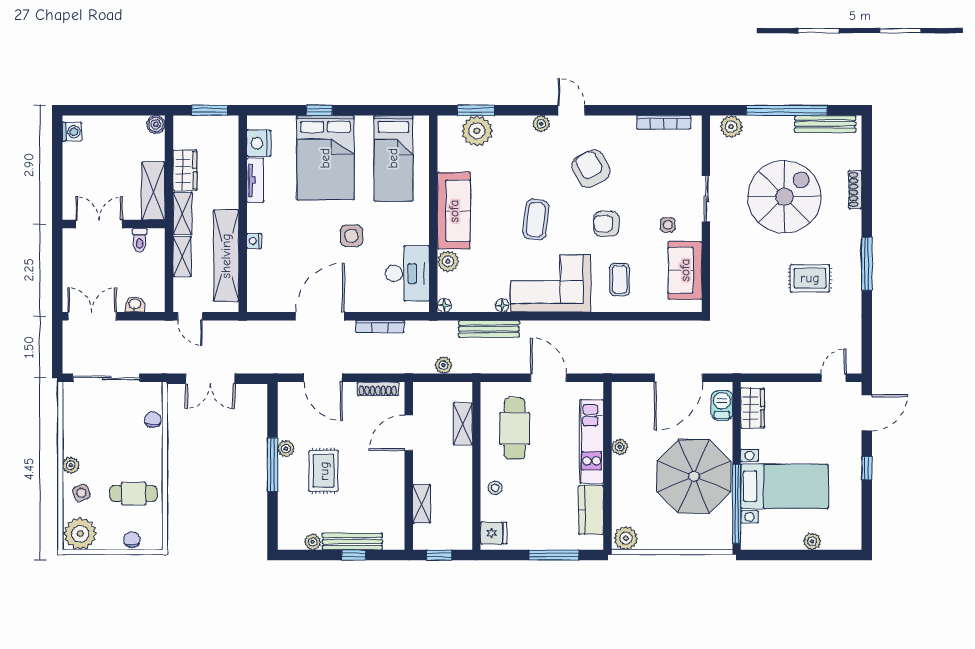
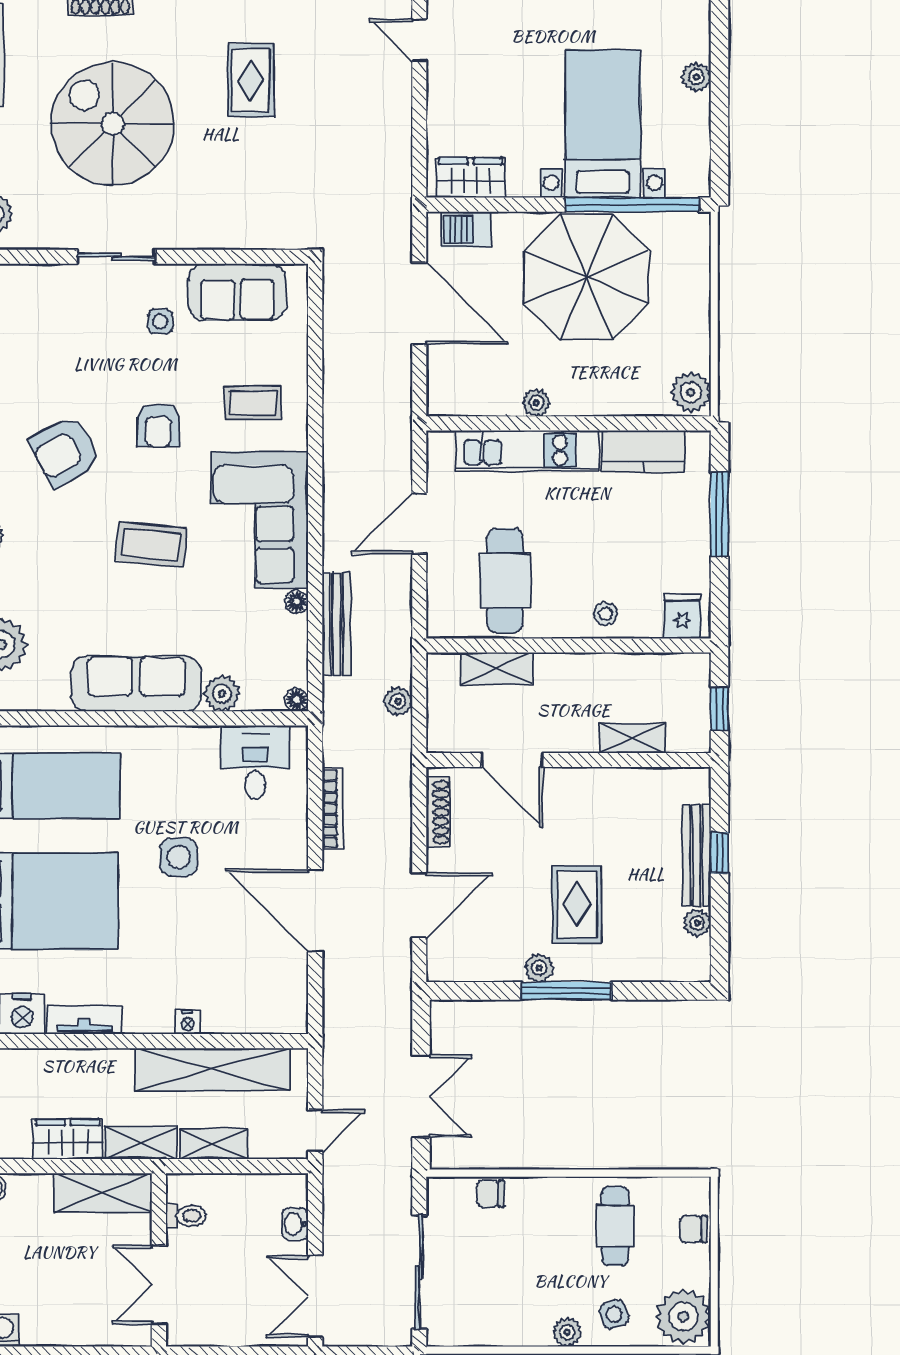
desk: (407, 273) -> (255, 762), width x0.73
cafe table: (515, 428) -> (505, 581), turned 90
rug: (324, 471) -> (577, 904), turned 90

